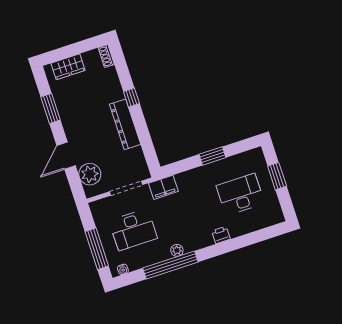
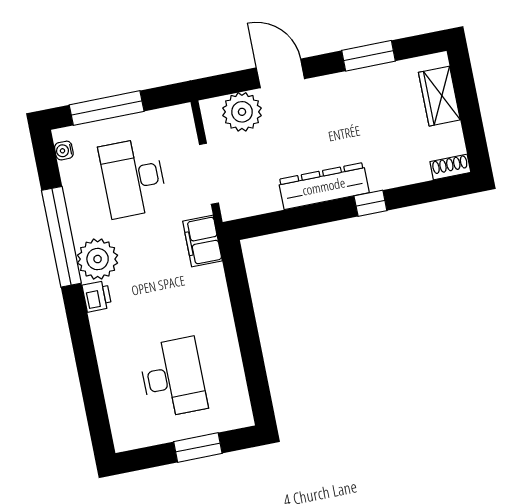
window: (212, 156) -> (248, 336), removed
printer: (221, 235) -> (97, 296), moved
plant: (177, 250) -> (98, 259), width x1.88, depth x1.88

